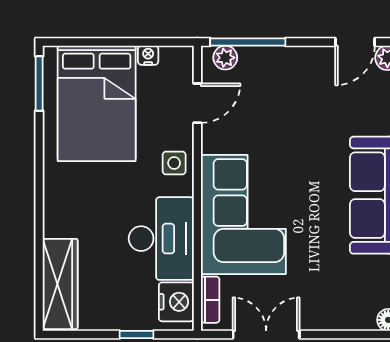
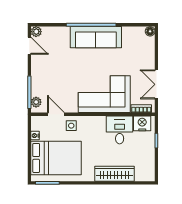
side table: (174, 163) -> (71, 126), moved
desk: (161, 239) -> (120, 130), width x0.73
wardrobe: (60, 284) -> (114, 174), moved

